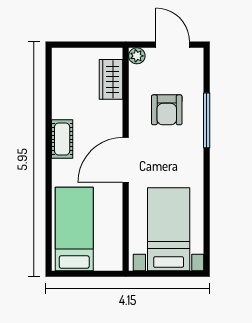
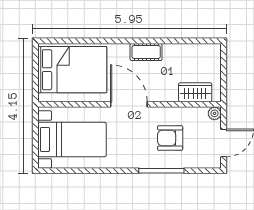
bed: (74, 229) -> (72, 70), width x1.50

